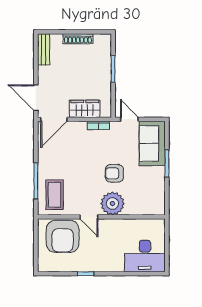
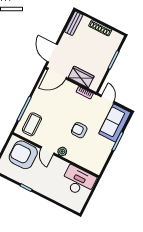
plant: (112, 204) -> (62, 152), width x0.53, depth x0.53
armchair: (63, 236) -> (23, 155), turned 90
desk: (145, 256) -> (78, 181), moved, turned 180

